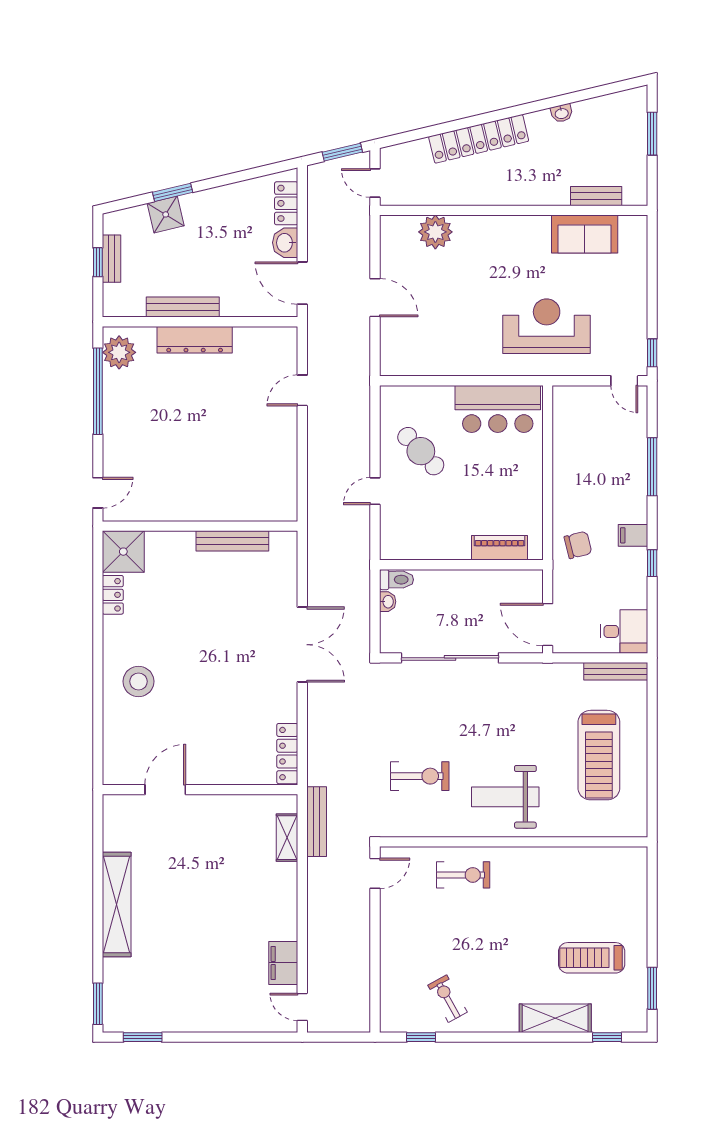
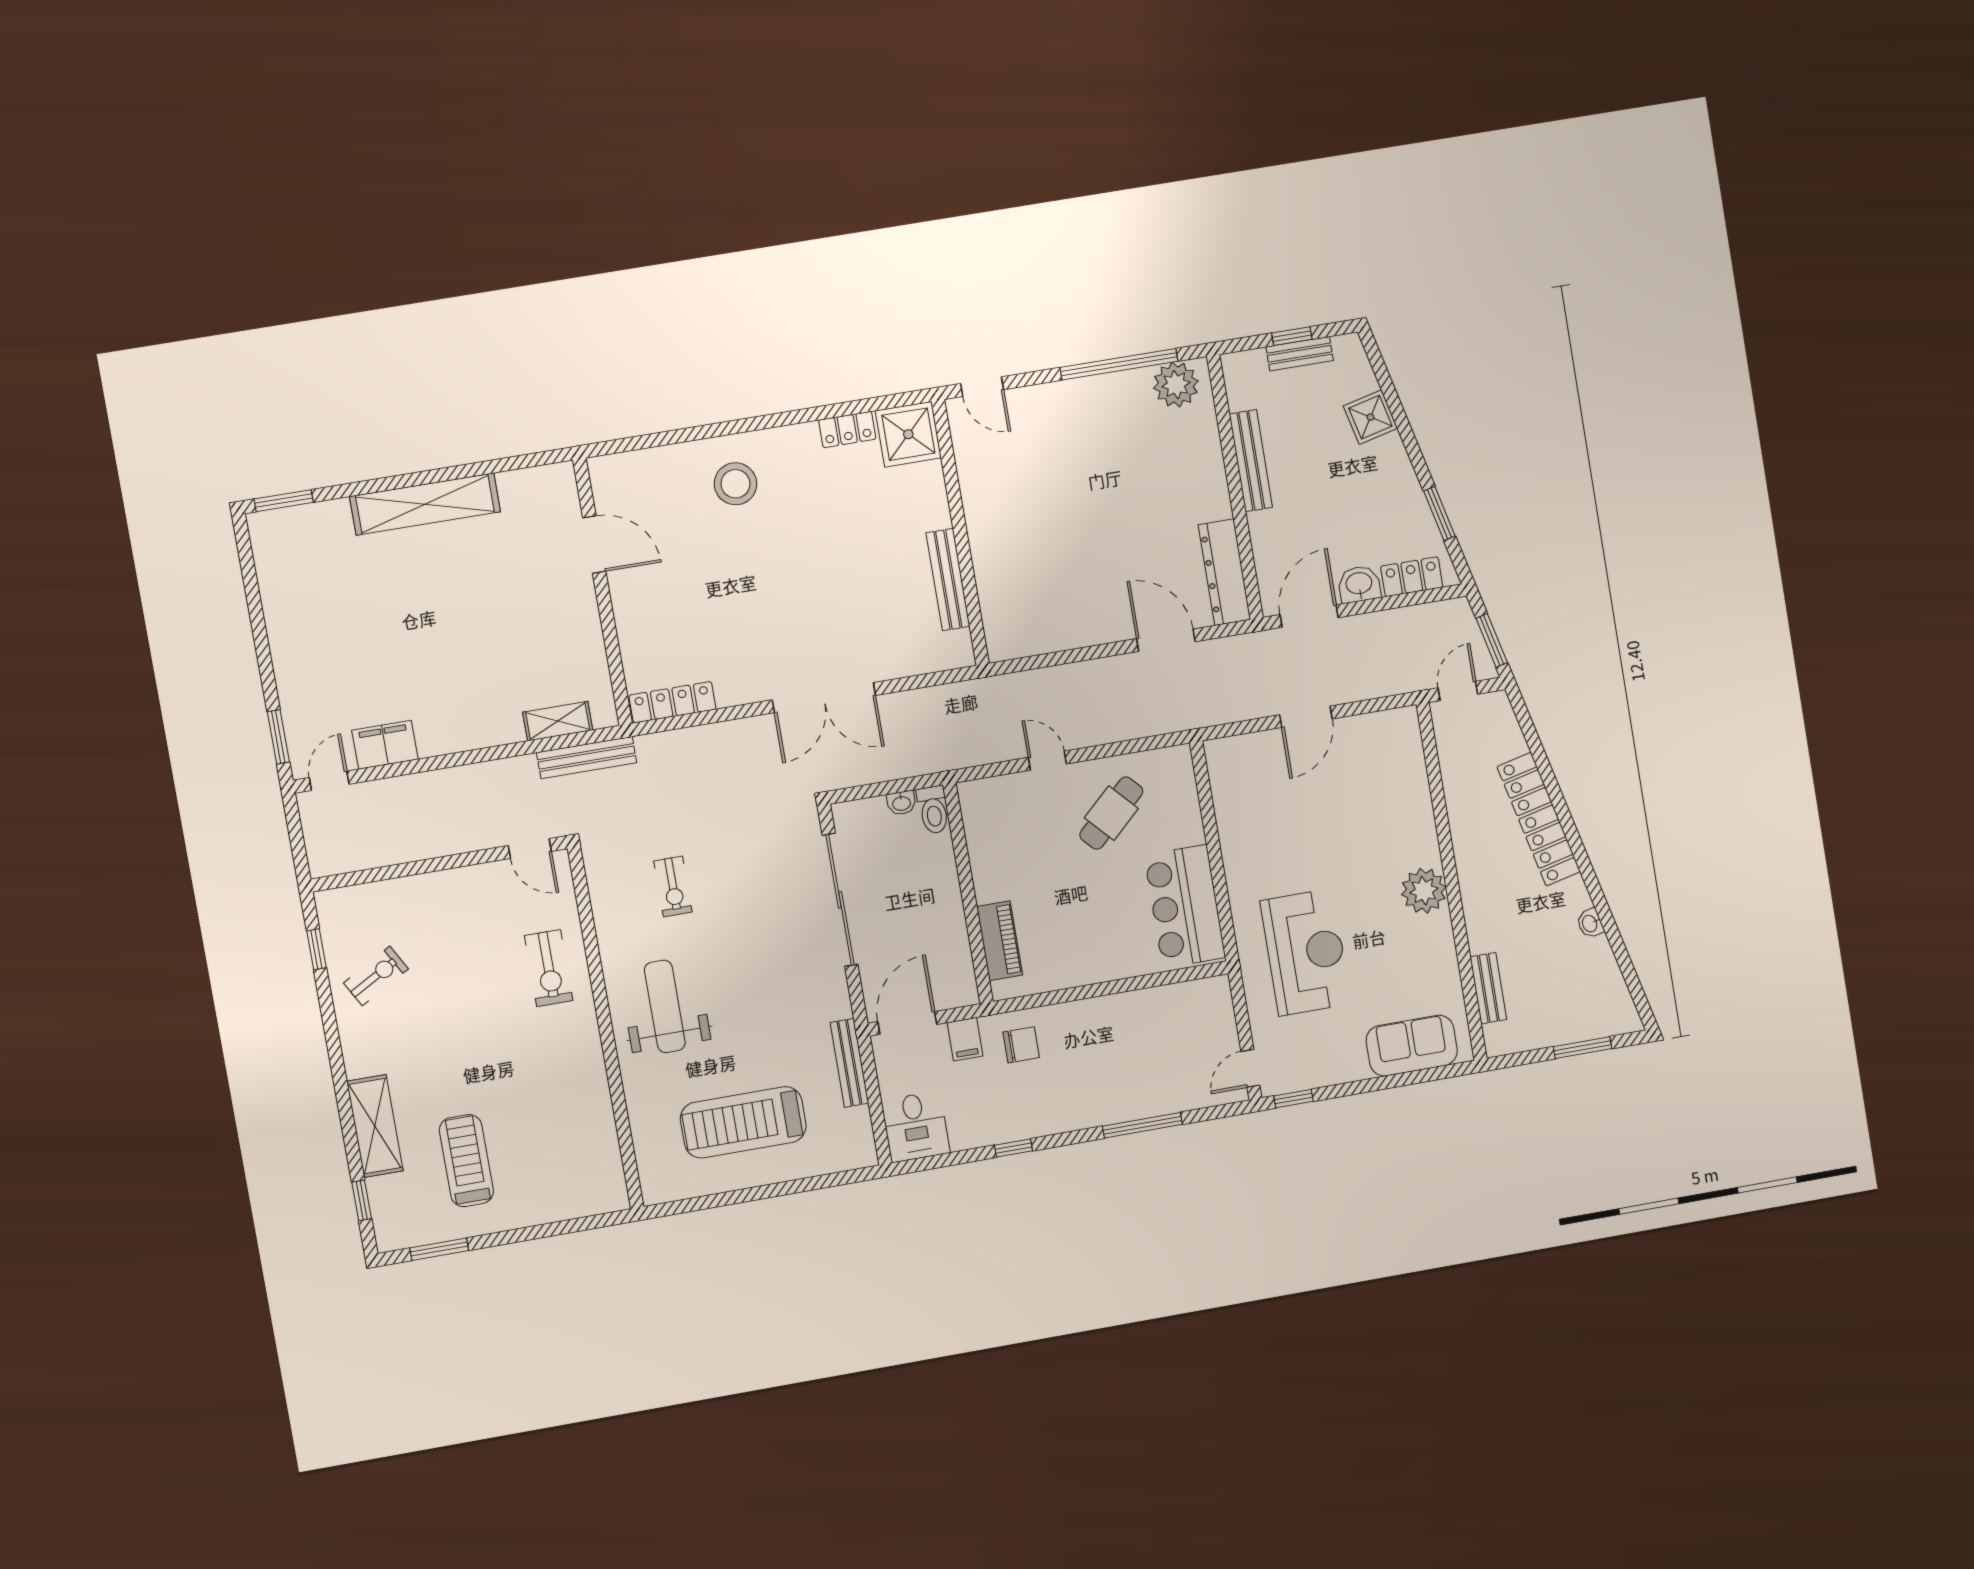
window: (173, 192) -> (1439, 514), moved
plant: (435, 232) -> (1424, 891), moved
sofa: (585, 234) -> (1412, 1046), moved, turned 90
dresser: (195, 340) -> (1224, 572), moved
door: (302, 390) -> (1166, 640), width x1.38
filing cabinet: (633, 535) -> (965, 1039), moved, turned 180
chair: (578, 545) -> (1021, 1045), turned -76
bench: (616, 671) -> (849, 1063), moved
exercise bike: (420, 776) -> (673, 886), width x0.73, depth x0.72
window: (143, 1037) -> (278, 737), moved

